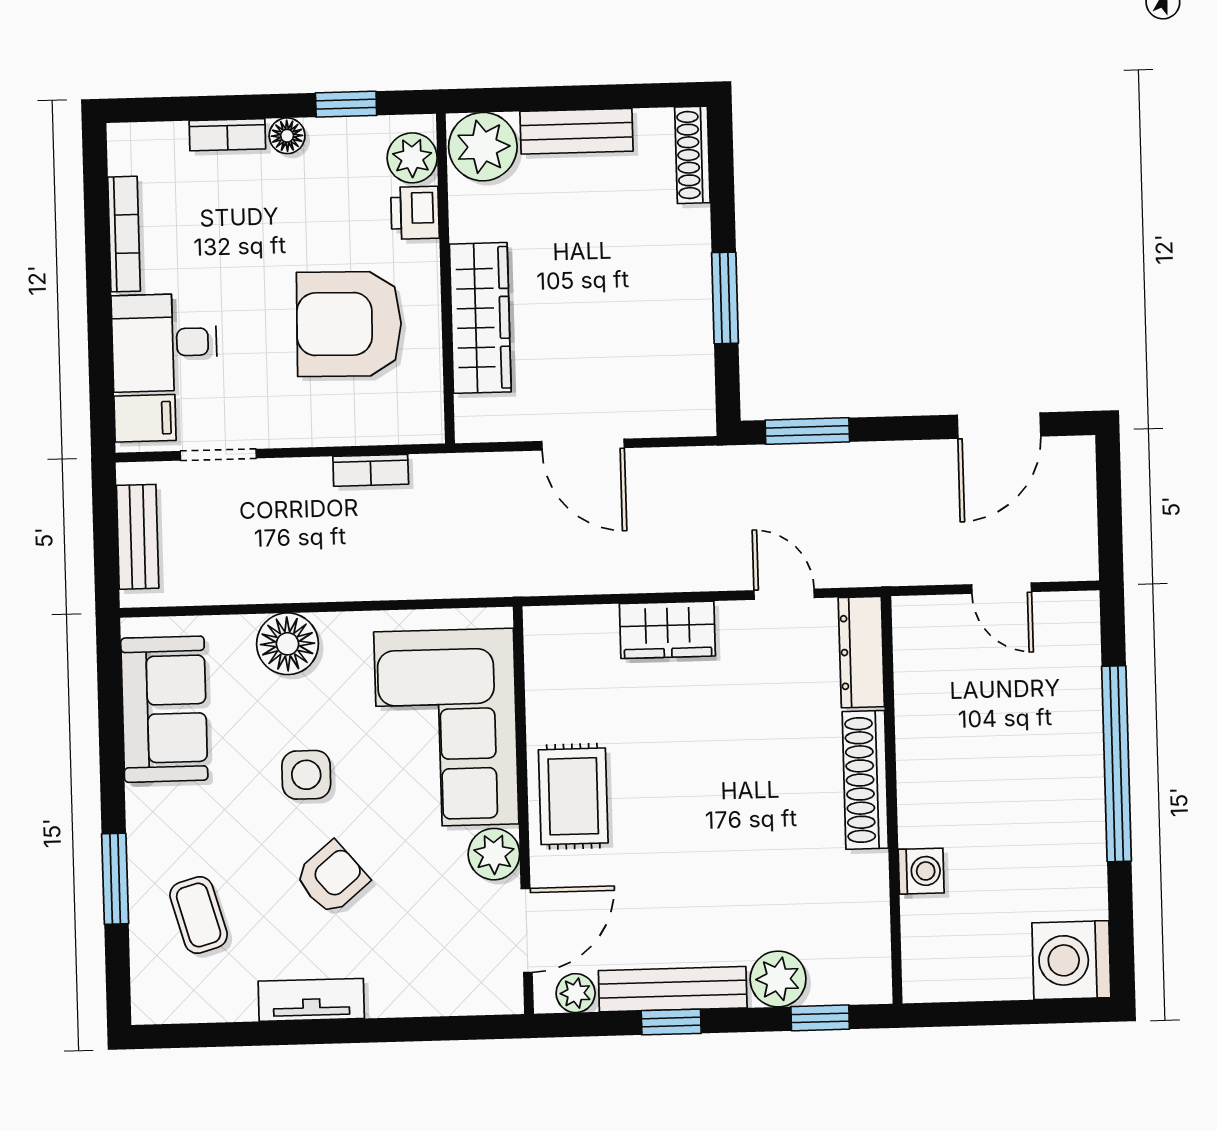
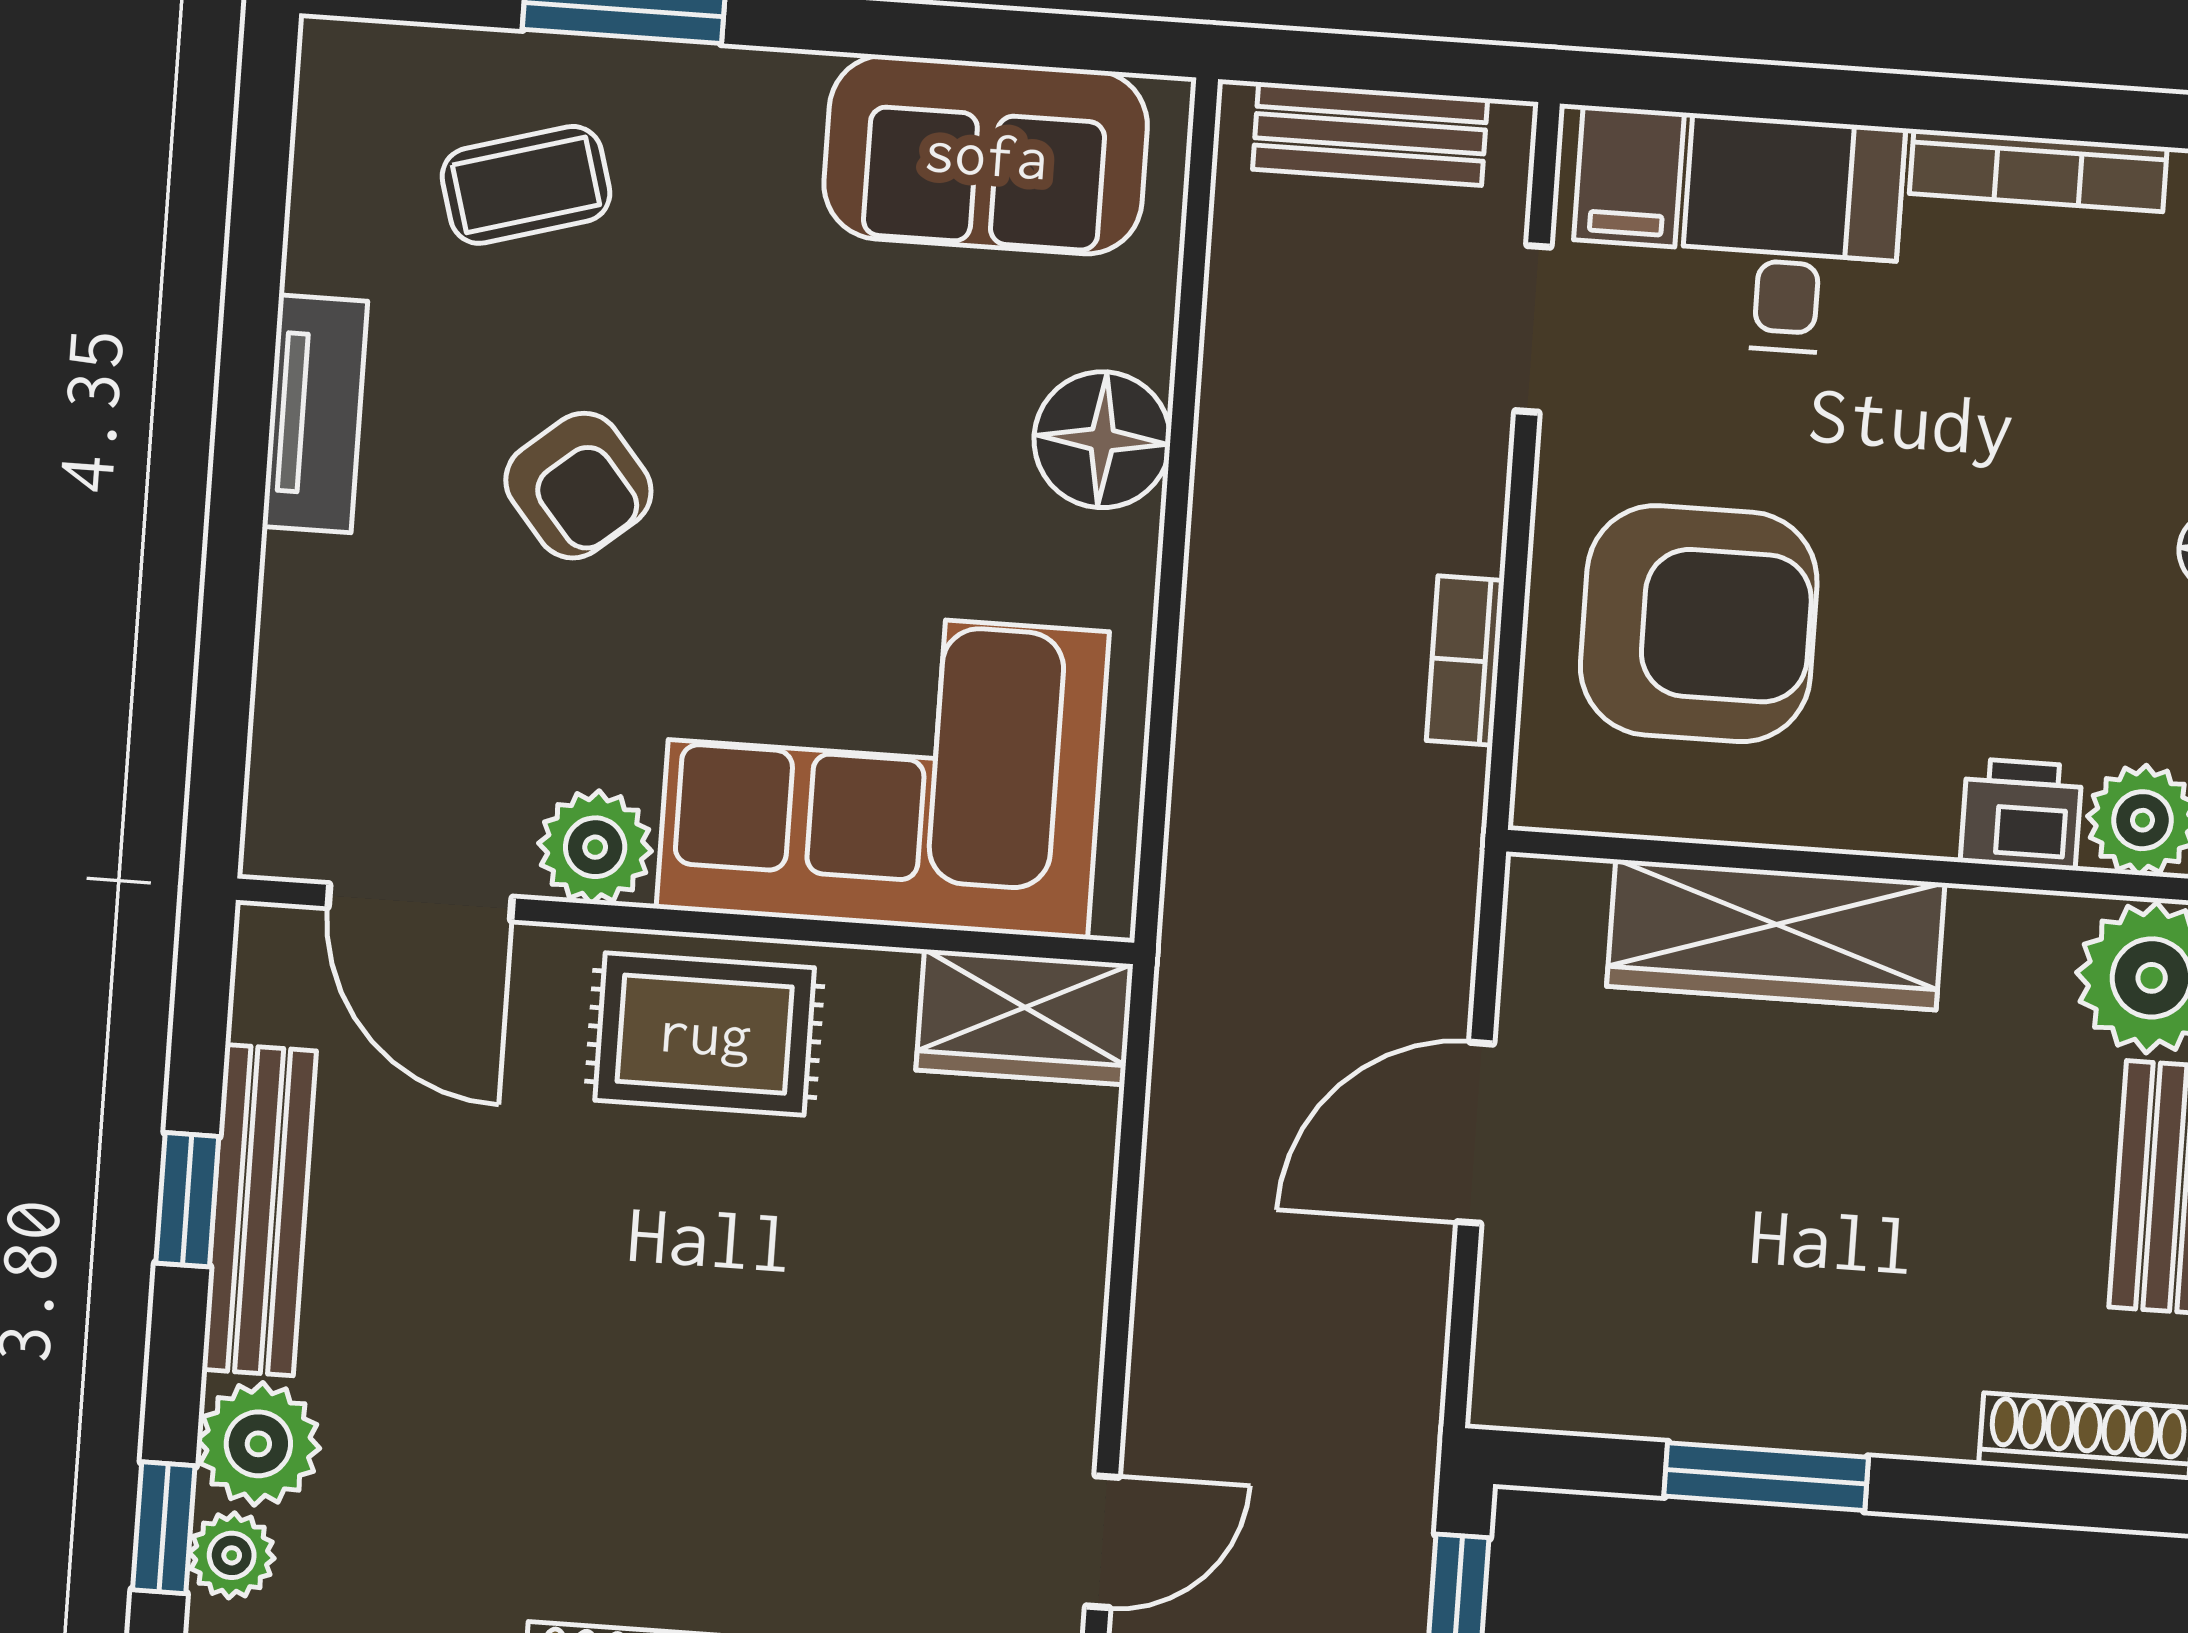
armchair: (349, 324) -> (1699, 624), moved, turned 89
wardrobe: (667, 630) -> (1024, 1017), moved, turned -90
side table: (306, 775) -> (810, 452), removed
plant: (576, 993) -> (232, 1555), moved

